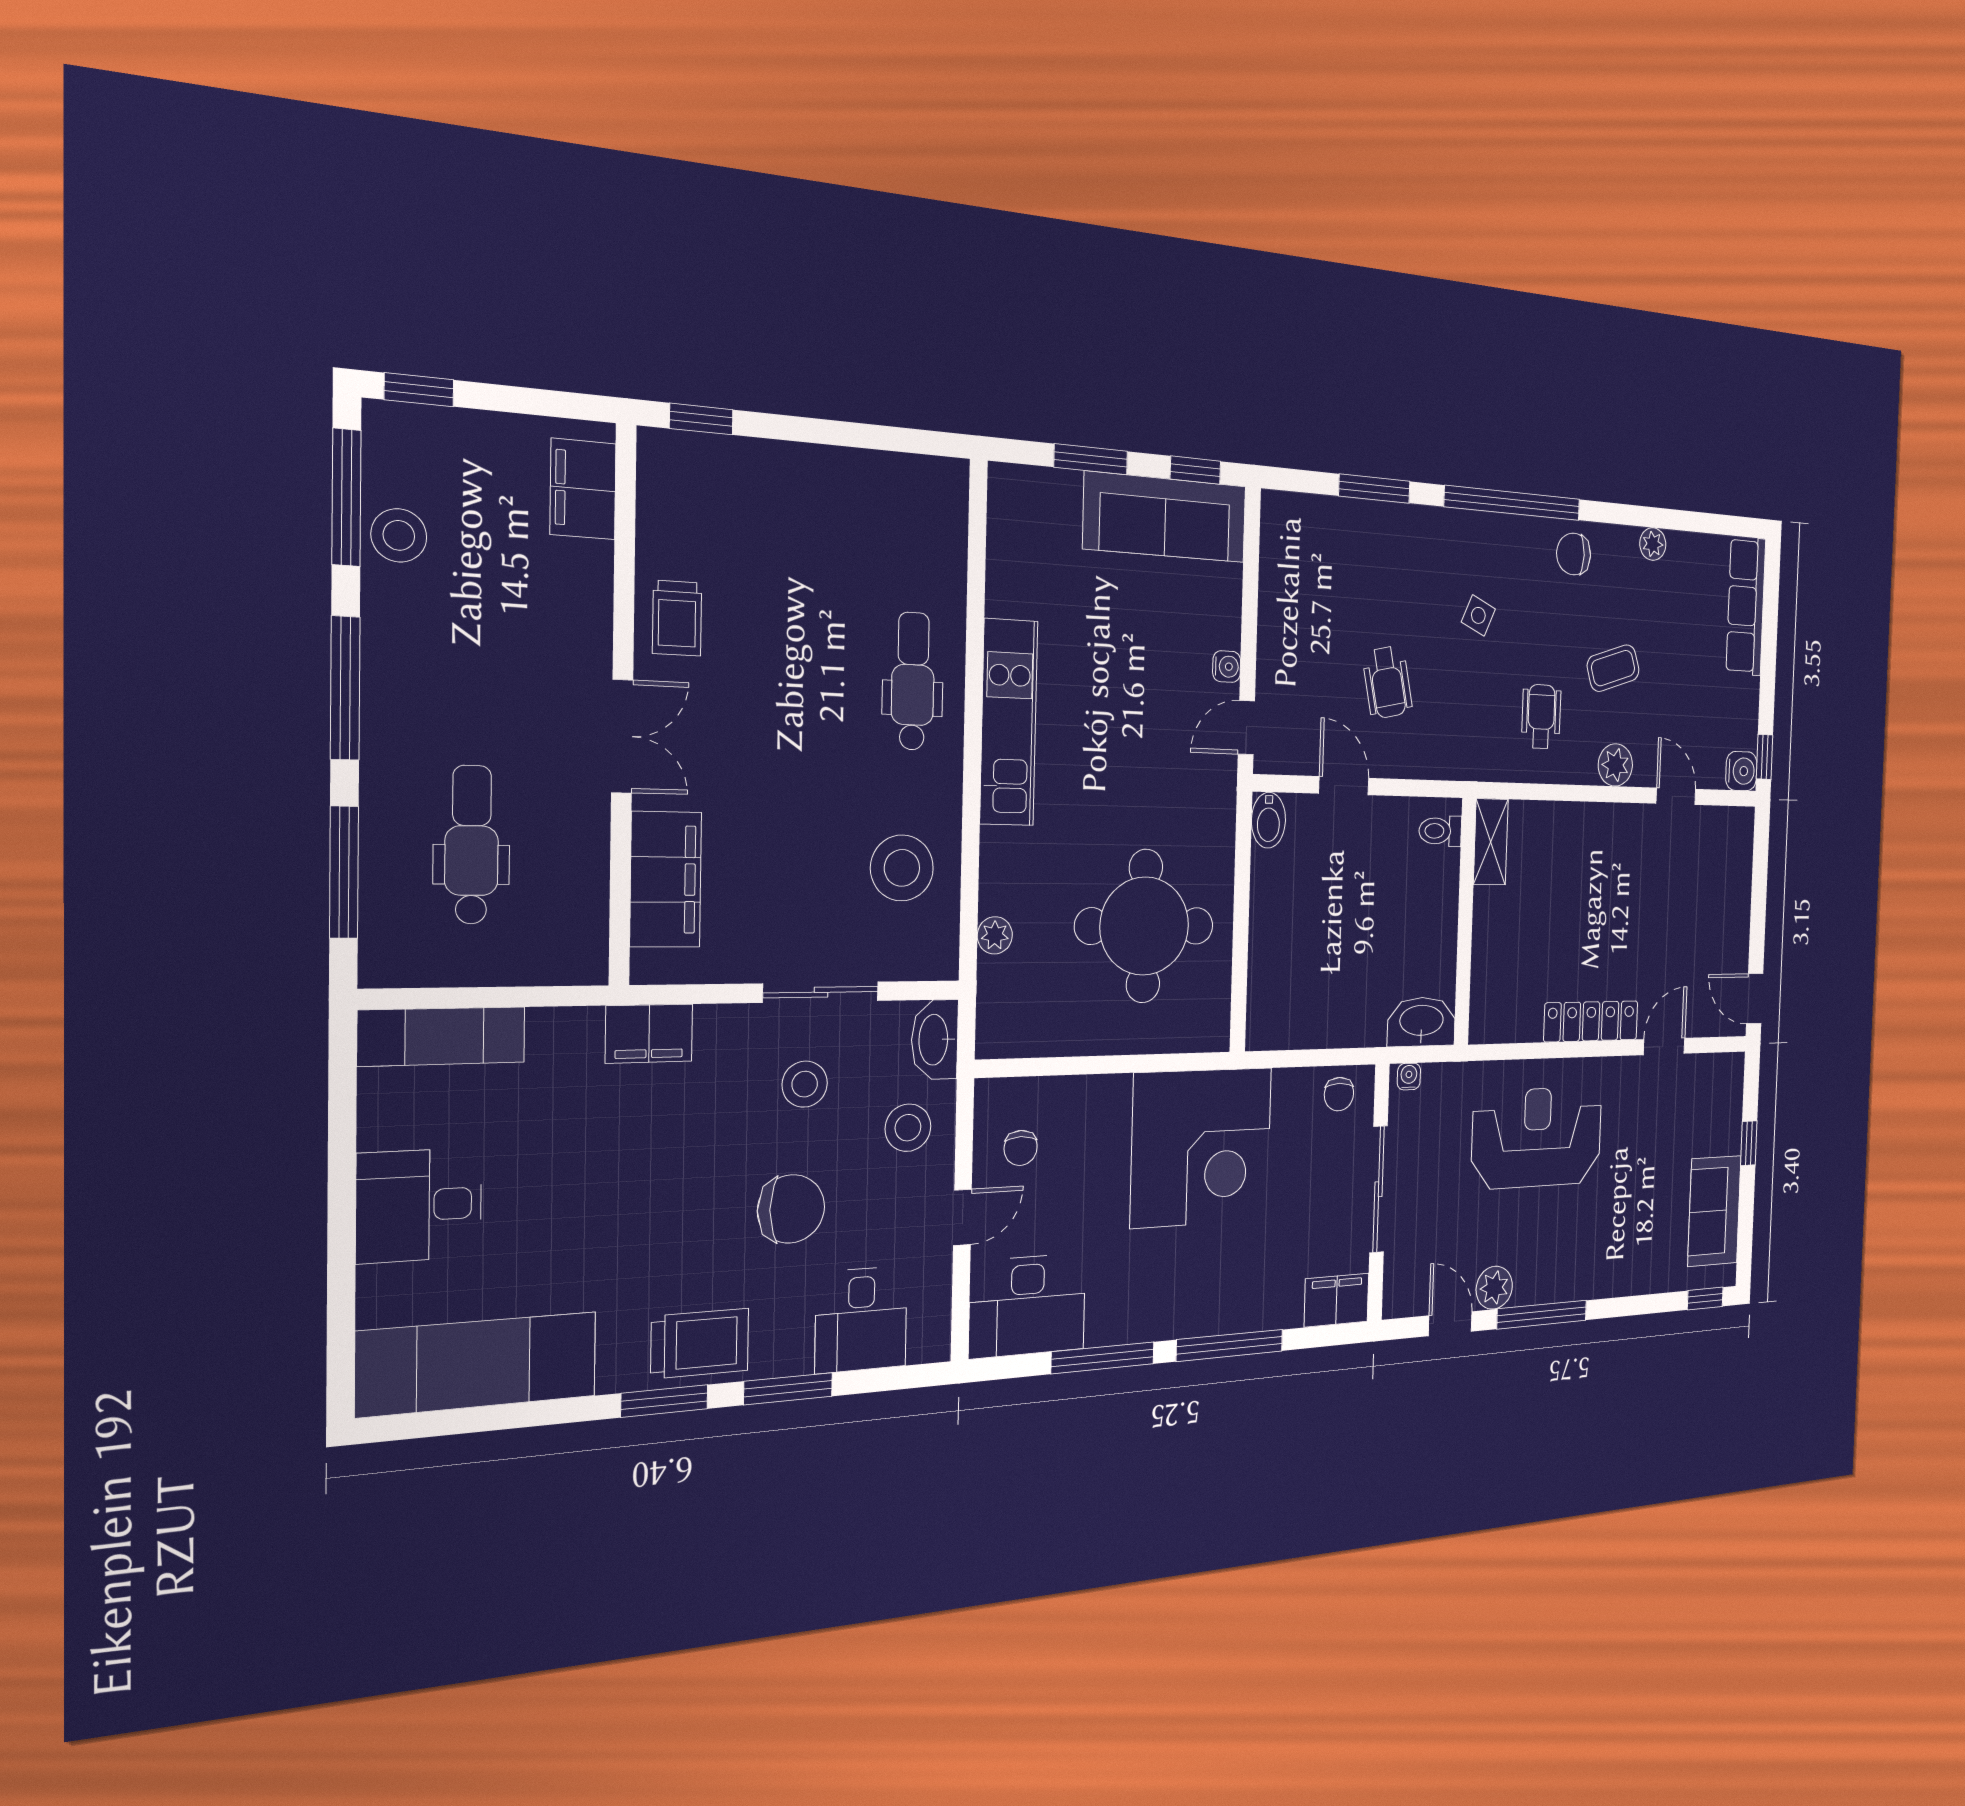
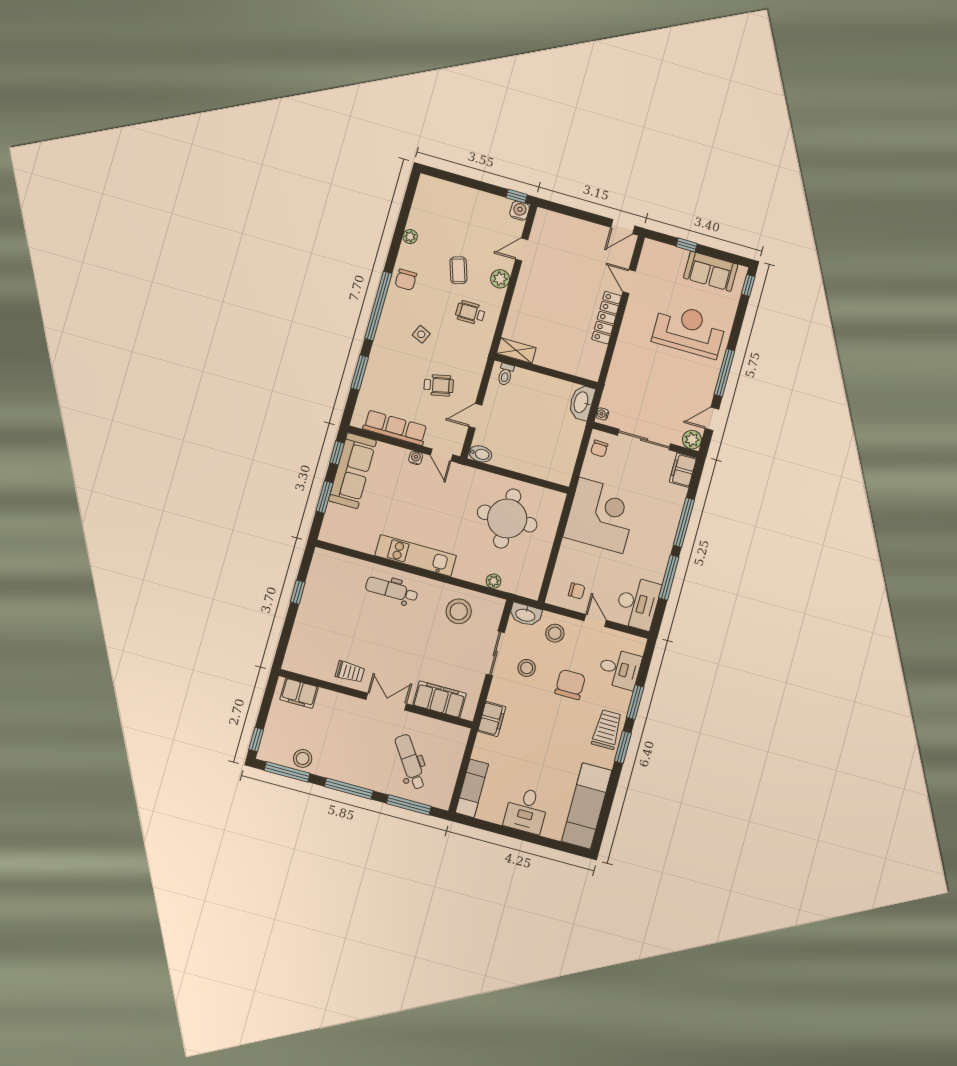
window: (701, 419) -> (298, 592), moved
row of seats: (1746, 606) -> (395, 428), moved, turned 180
dental chair: (472, 845) -> (410, 762), turned 55
chair: (1339, 1094) -> (599, 449), turned 93
reception desk: (1537, 1138) -> (689, 330), moved, turned 90
plant: (1494, 1288) -> (692, 440), moved

